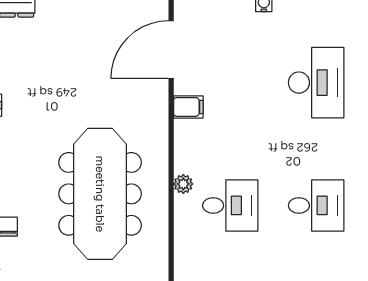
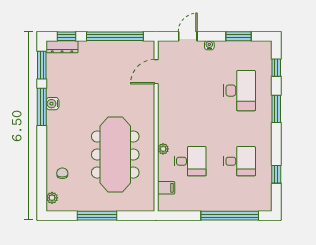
door: (171, 50) -> (156, 72), width x0.73
filing cabinet: (188, 107) -> (166, 188), moved

